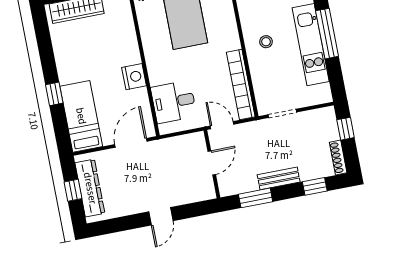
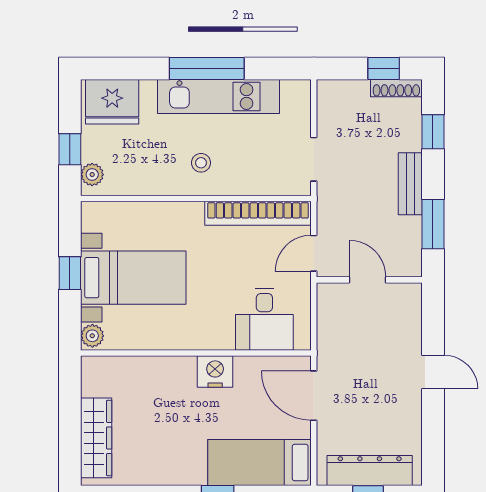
window: (346, 129) -> (384, 68), moved

